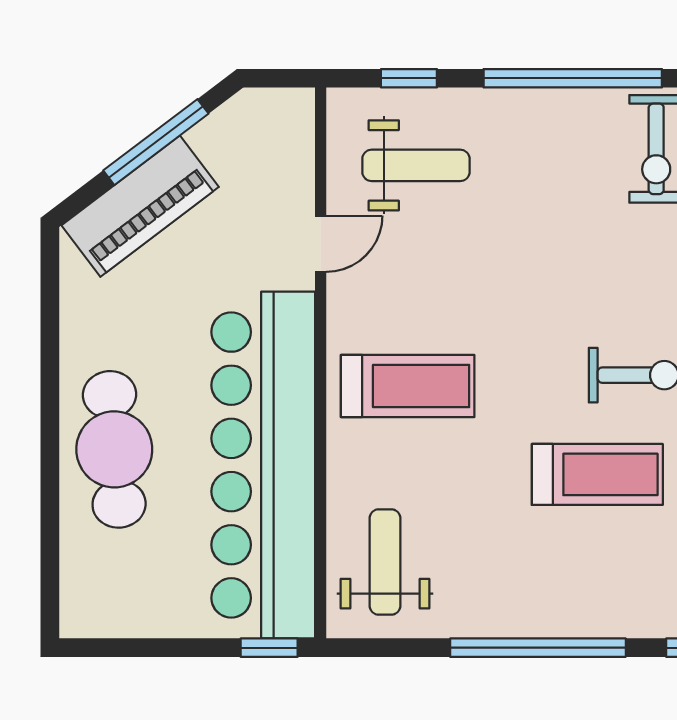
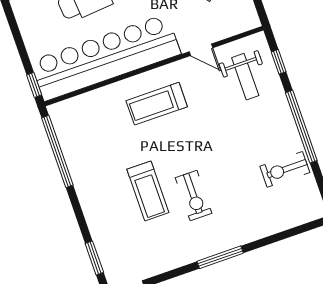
treadmill: (408, 386) -> (157, 104), turned 90
weight bench: (385, 562) -> (84, 119), removed
window: (538, 648) -> (57, 151), moved

